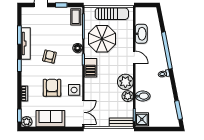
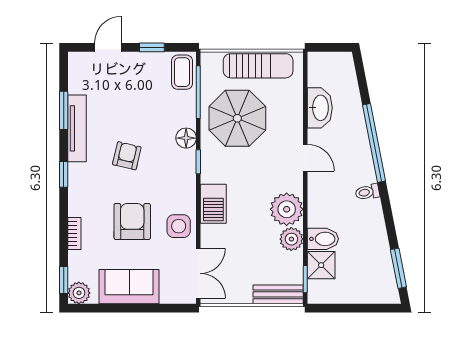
barbecue: (91, 68) -> (213, 204), moved
shower: (142, 119) -> (321, 265), moved

